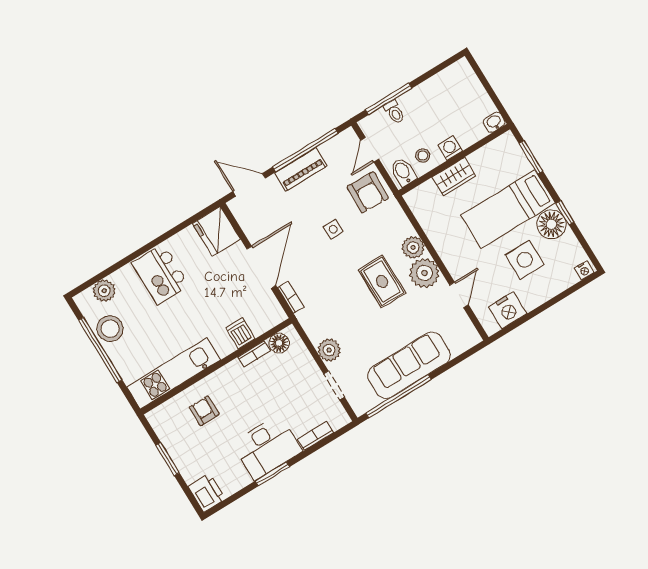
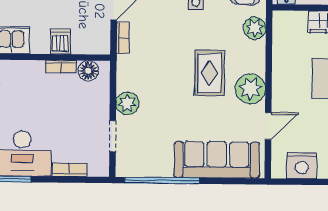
plant: (413, 247) -> (255, 28), moved
sofa: (409, 365) -> (217, 160), moved

